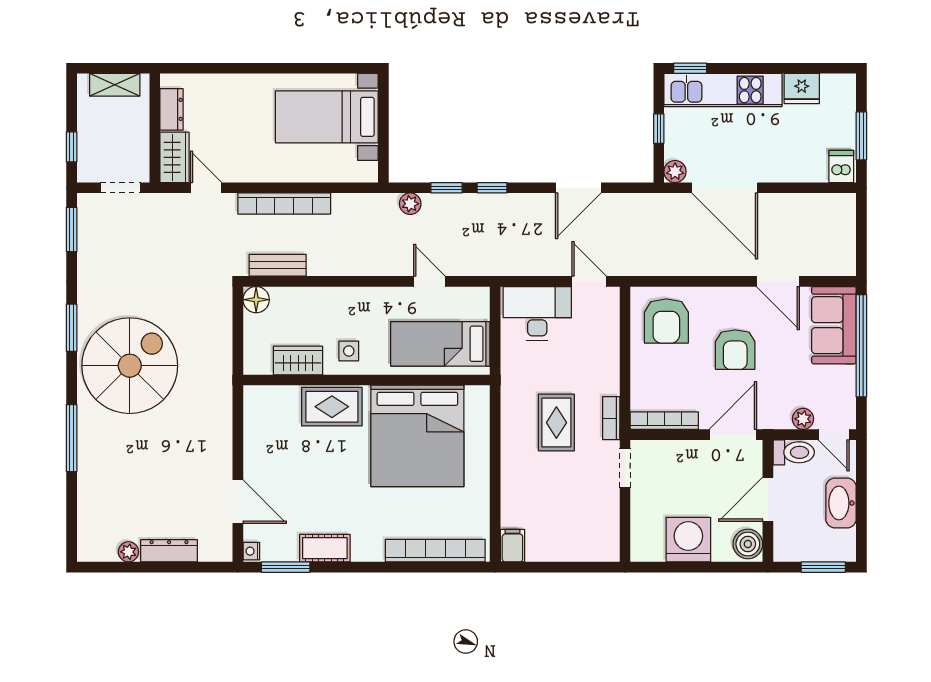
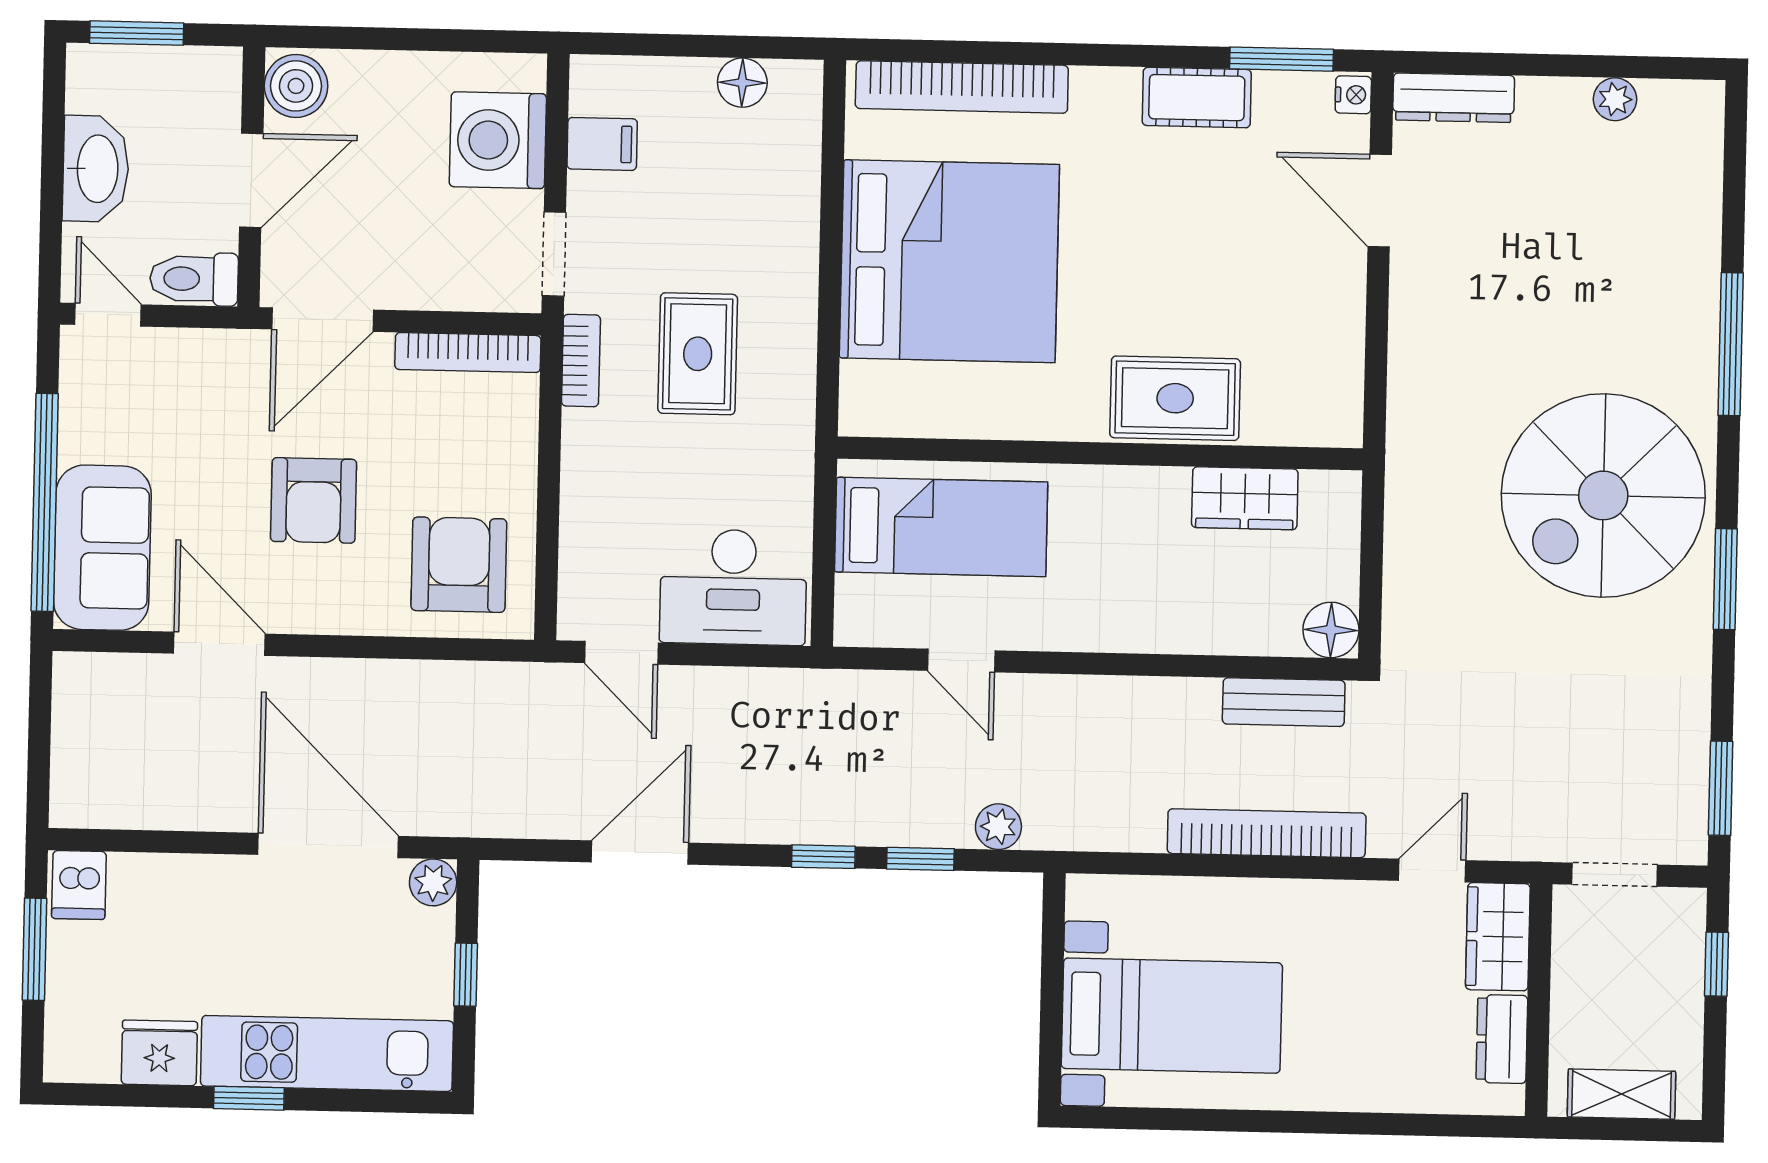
window: (690, 68) -> (249, 1098), moved
door: (206, 188) -> (1432, 870), swing flipped
armchair: (735, 350) -> (314, 500), turned 180
side table: (349, 351) -> (1136, 516), removed
plant: (803, 419) -> (173, 350), removed
bed: (417, 436) -> (949, 261), moved, turned 90
washing machine: (688, 540) -> (498, 140), moved, turned 90
filing cabinet: (512, 546) -> (602, 144), moved, turned -90
floor lamp: (538, 550) -> (742, 83), added
dresser: (169, 551) -> (1454, 98), moved

